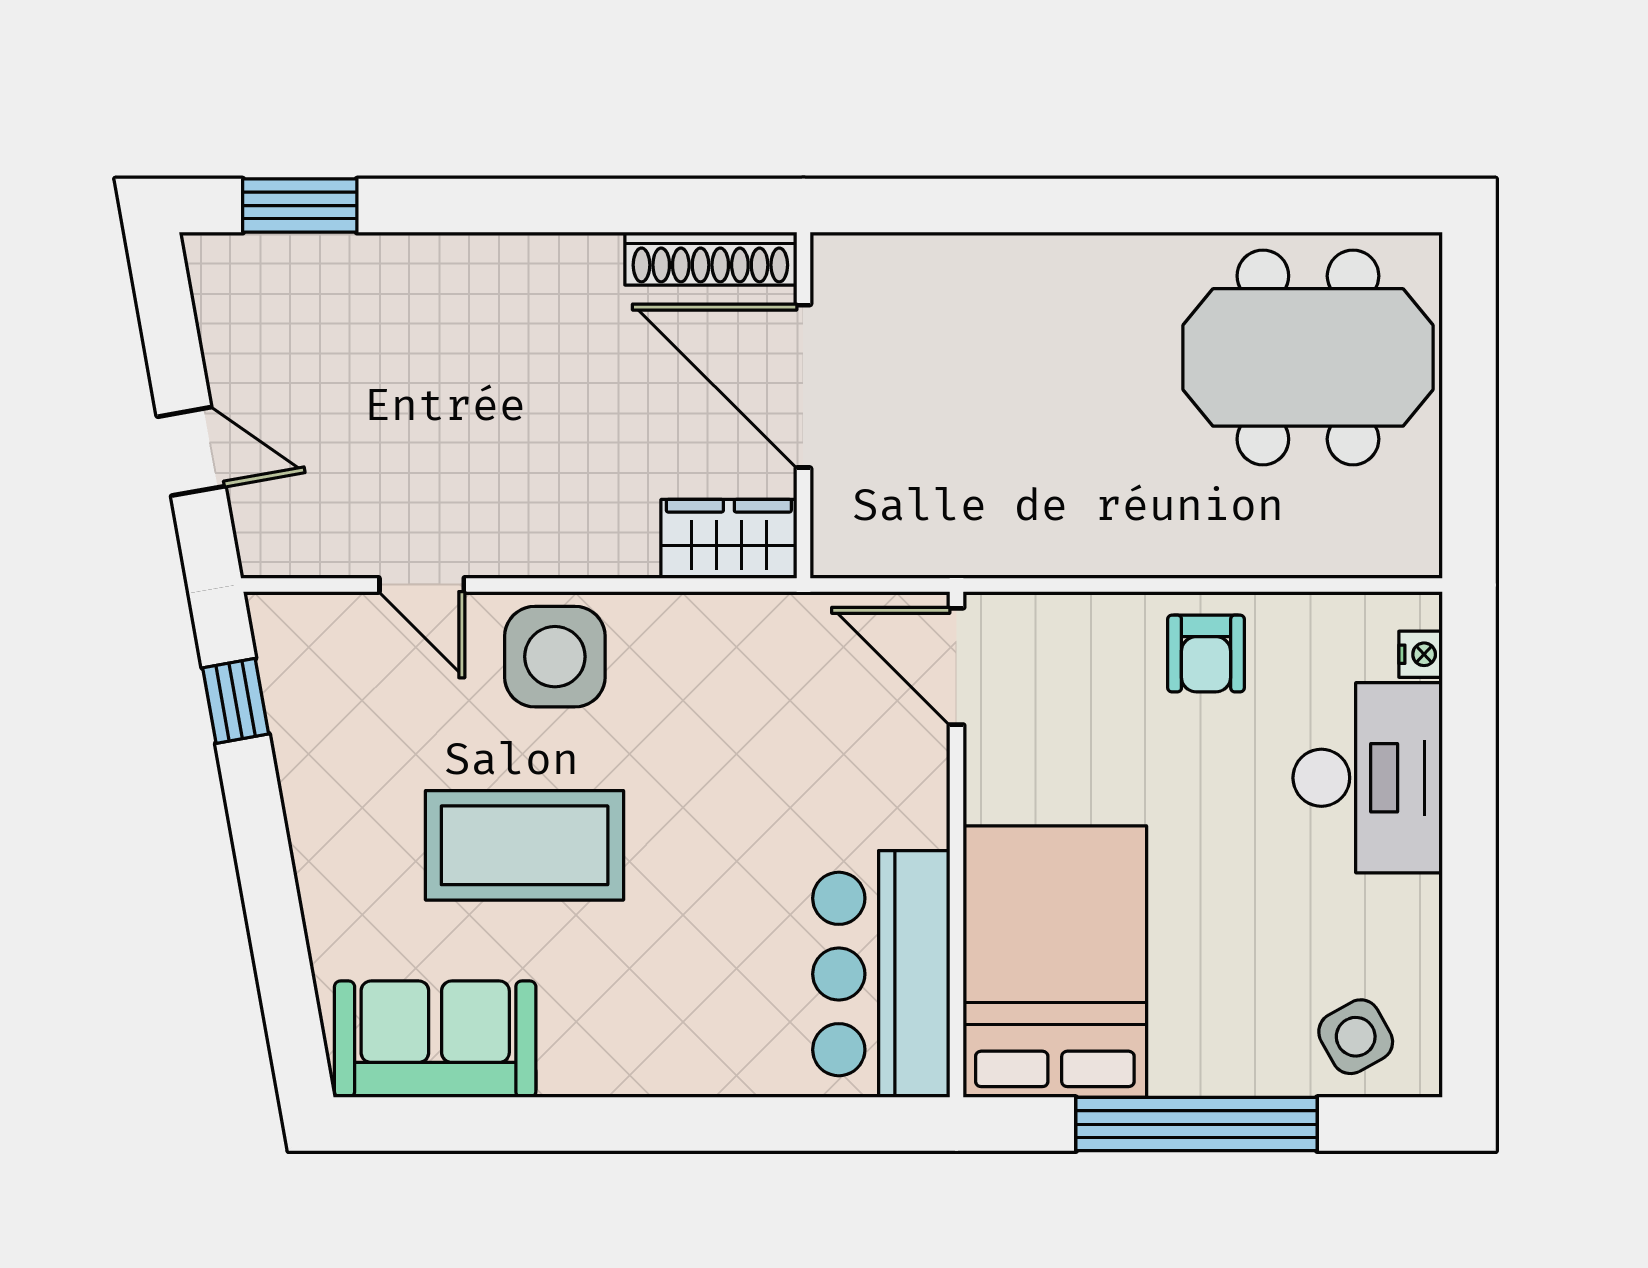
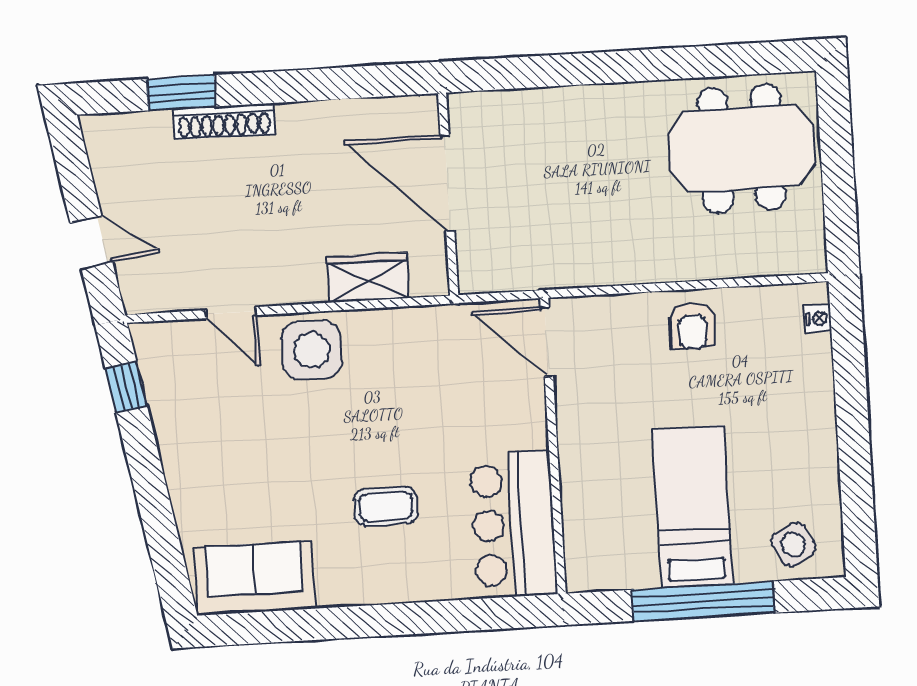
window: (300, 206) -> (181, 93), moved
shoe rack: (710, 259) -> (224, 121), moved
wardrobe: (729, 539) -> (368, 277), moved
desk: (1368, 778) -> (791, 393), removed
coffee table: (525, 845) -> (386, 506), moved, width x0.54, depth x0.58
bed: (1055, 962) -> (693, 506), moved, width x0.67

